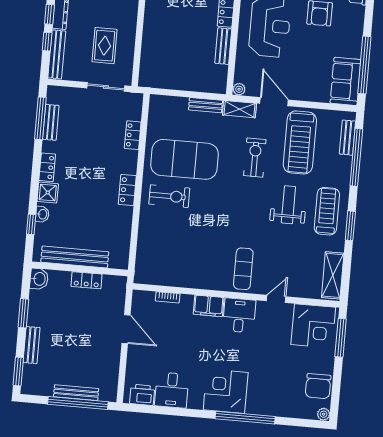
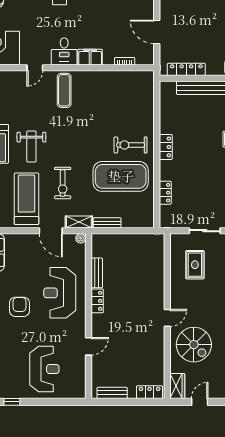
sliding door: (106, 87) -> (205, 231), moved
locker: (87, 280) -> (186, 69), width x1.53

